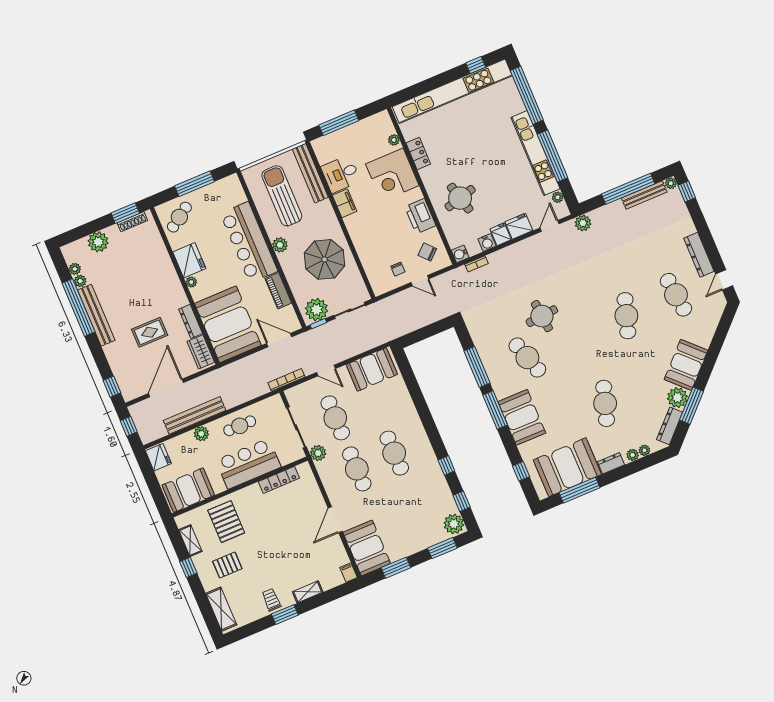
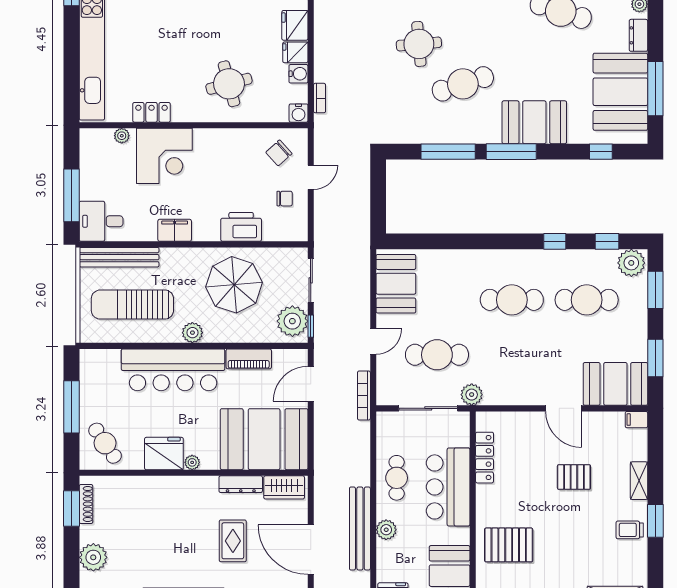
desk: (341, 174) -> (101, 221), moved, turned 90
printer: (420, 216) -> (241, 227), moved, turned 180
cafe table: (357, 469) -> (587, 300), moved
pallet: (227, 565) -> (574, 477), moved, turned 90

